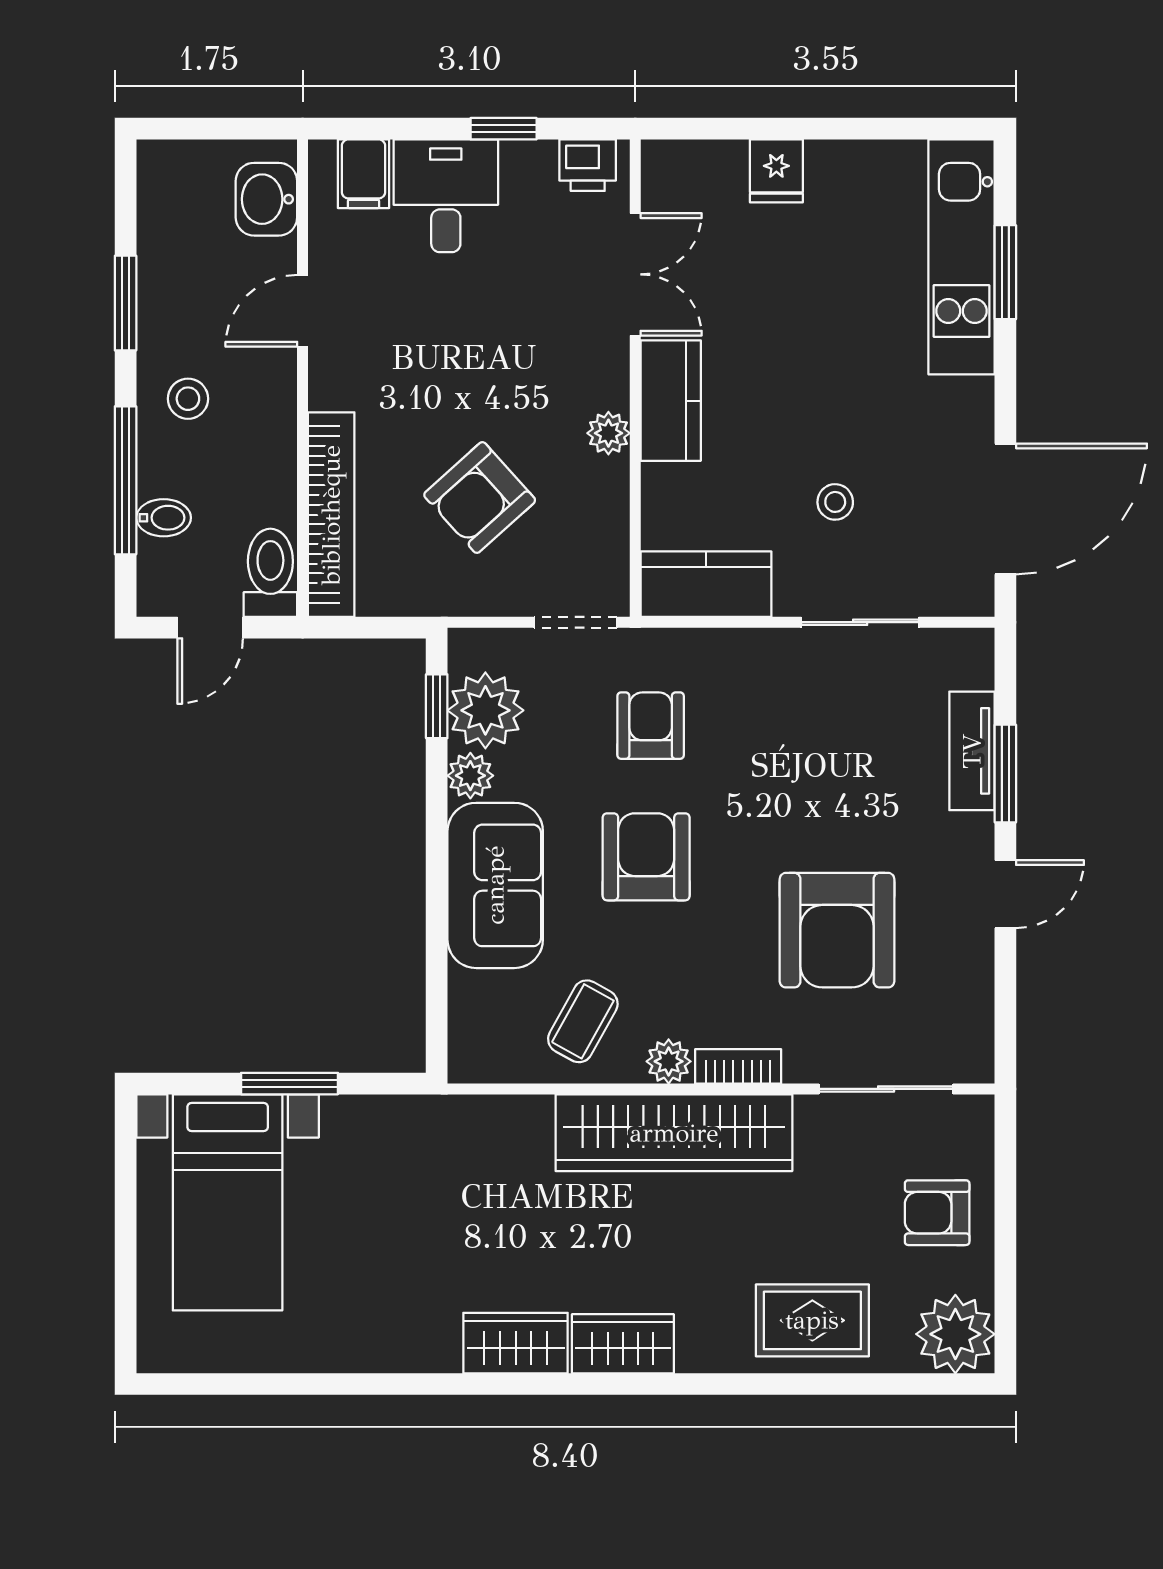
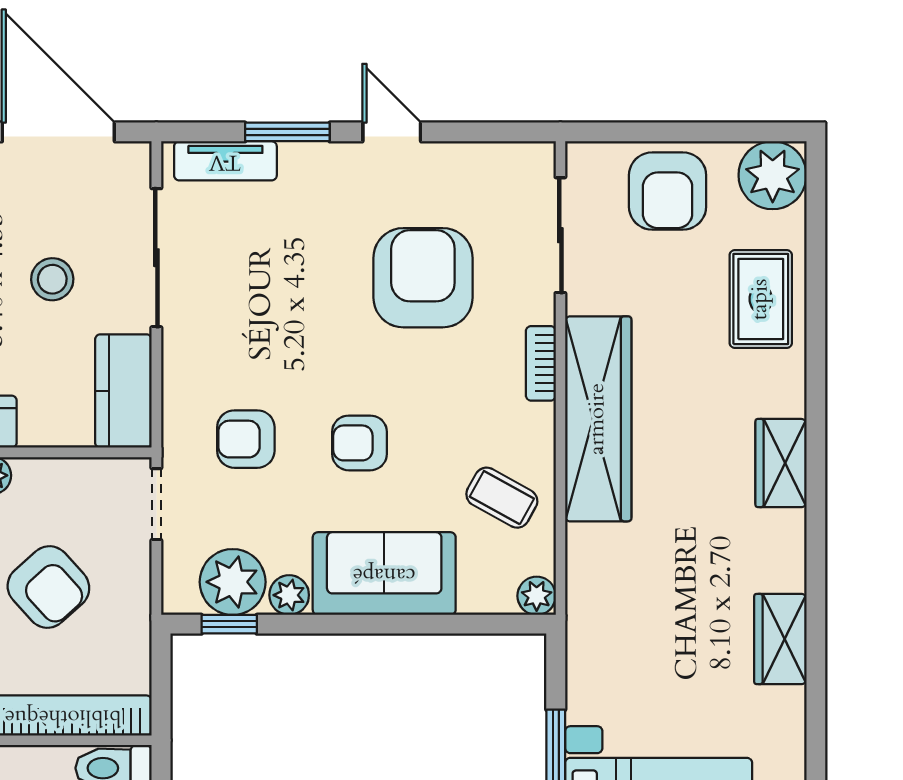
stool: (835, 502) -> (52, 279), width x1.37, depth x1.37
sliding door: (860, 622) -> (156, 258), width x1.37
tv unit: (972, 751) -> (225, 161), moved
armchair: (646, 857) -> (359, 443), width x0.72, depth x0.72
armchair: (837, 930) -> (423, 278), turned -90
plant: (669, 1061) -> (537, 596), moved
armchair: (937, 1213) -> (668, 191), width x1.38, depth x1.38
wardrobe: (516, 1343) -> (780, 639), moved

